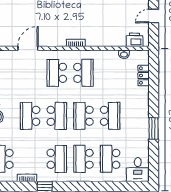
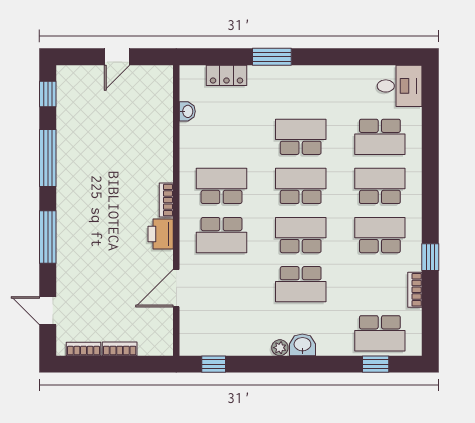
door: (154, 16) -> (117, 57), hinge flipped
printer: (135, 40) -> (161, 234), moved
door: (28, 48) -> (176, 288), hinge flipped
school desk: (83, 116) -> (301, 186), turned 180
window: (154, 128) -> (272, 57), moved
school desk: (83, 159) -> (380, 186), turned 180

